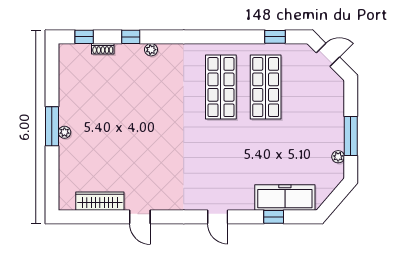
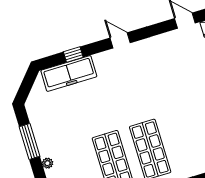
plant: (338, 157) -> (48, 163), moved

